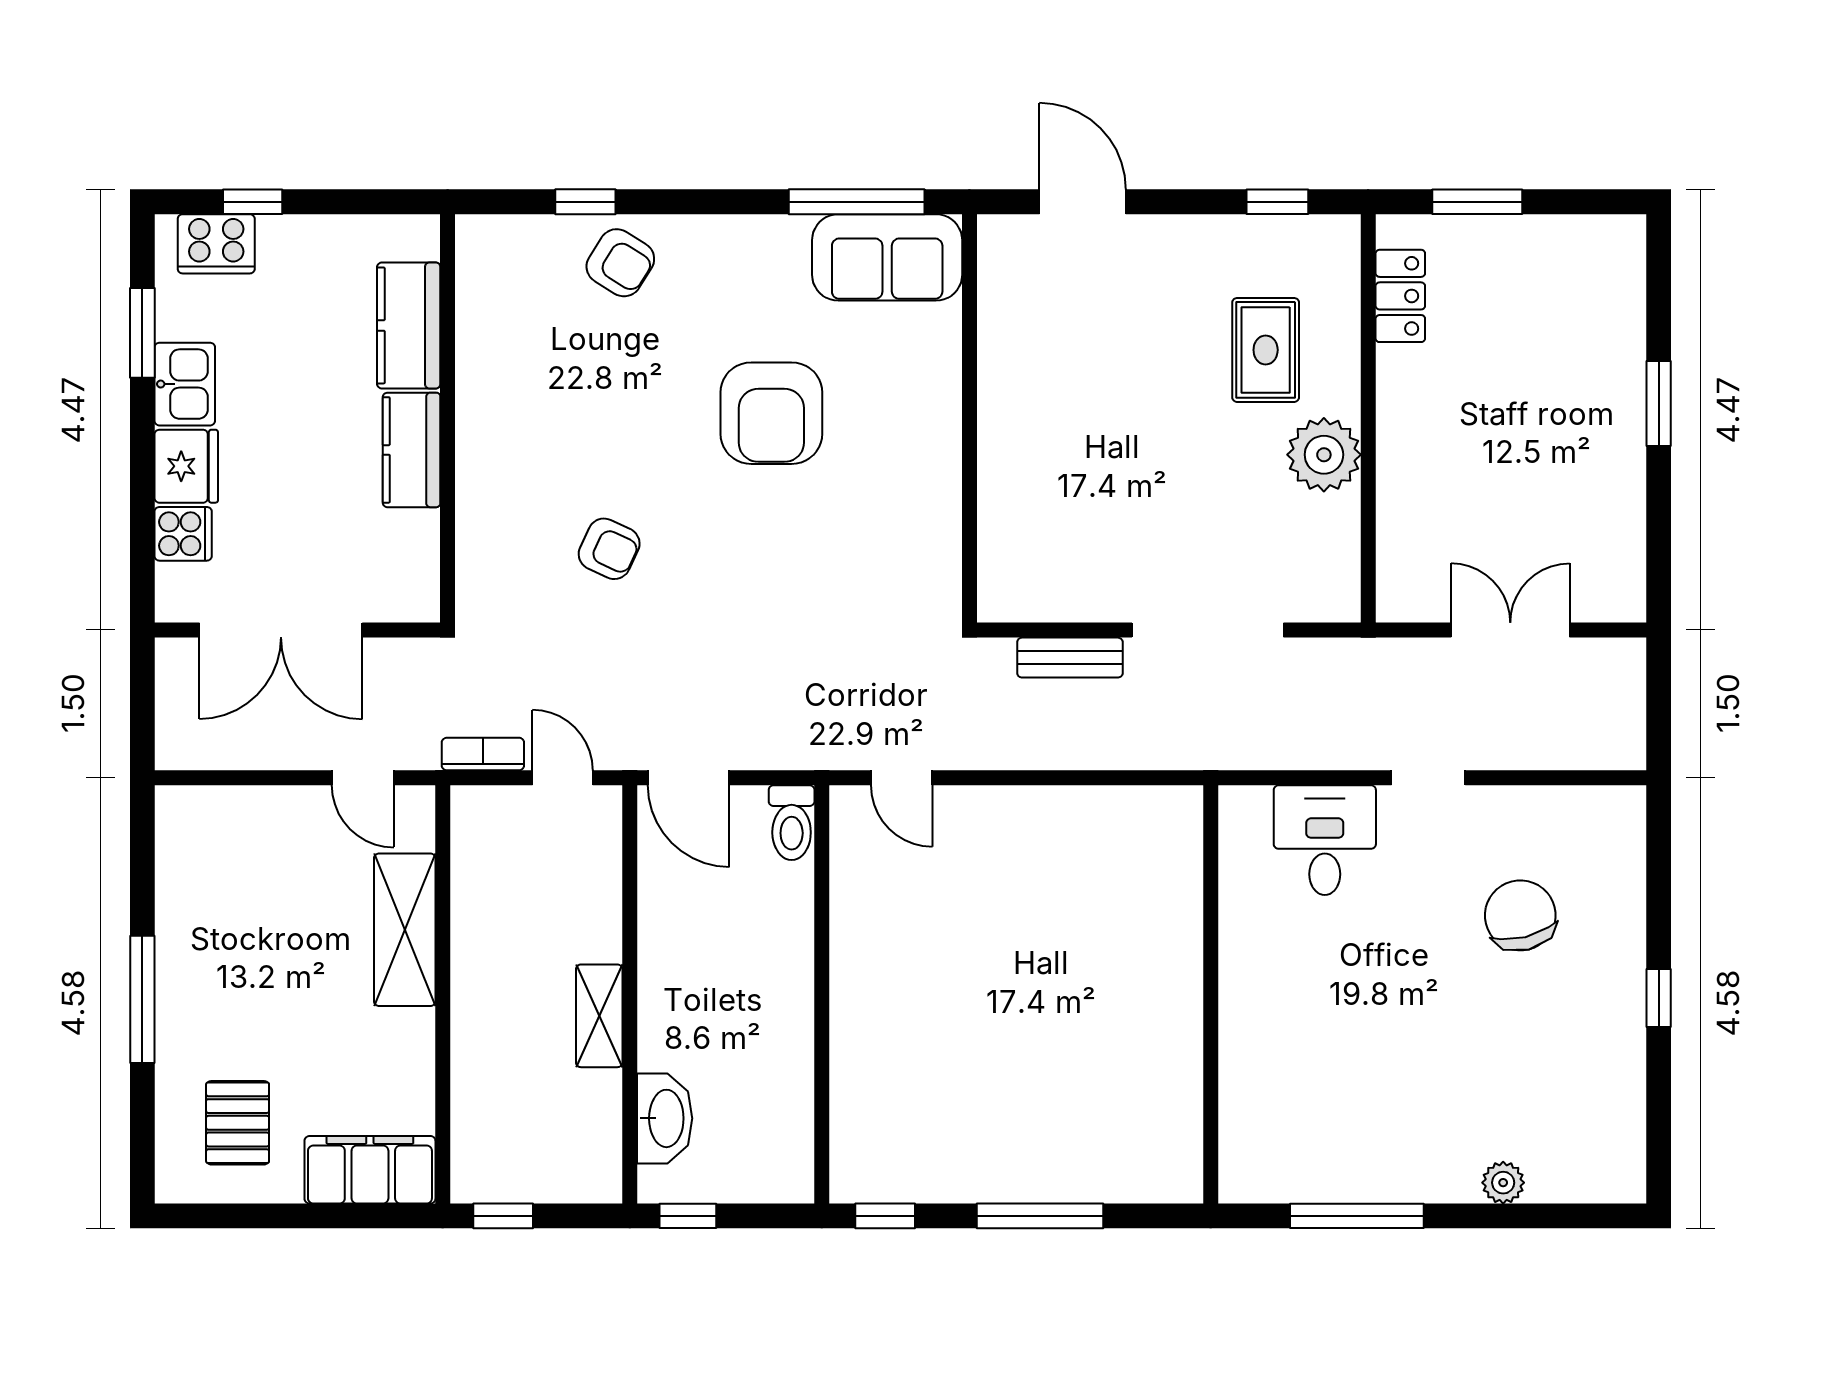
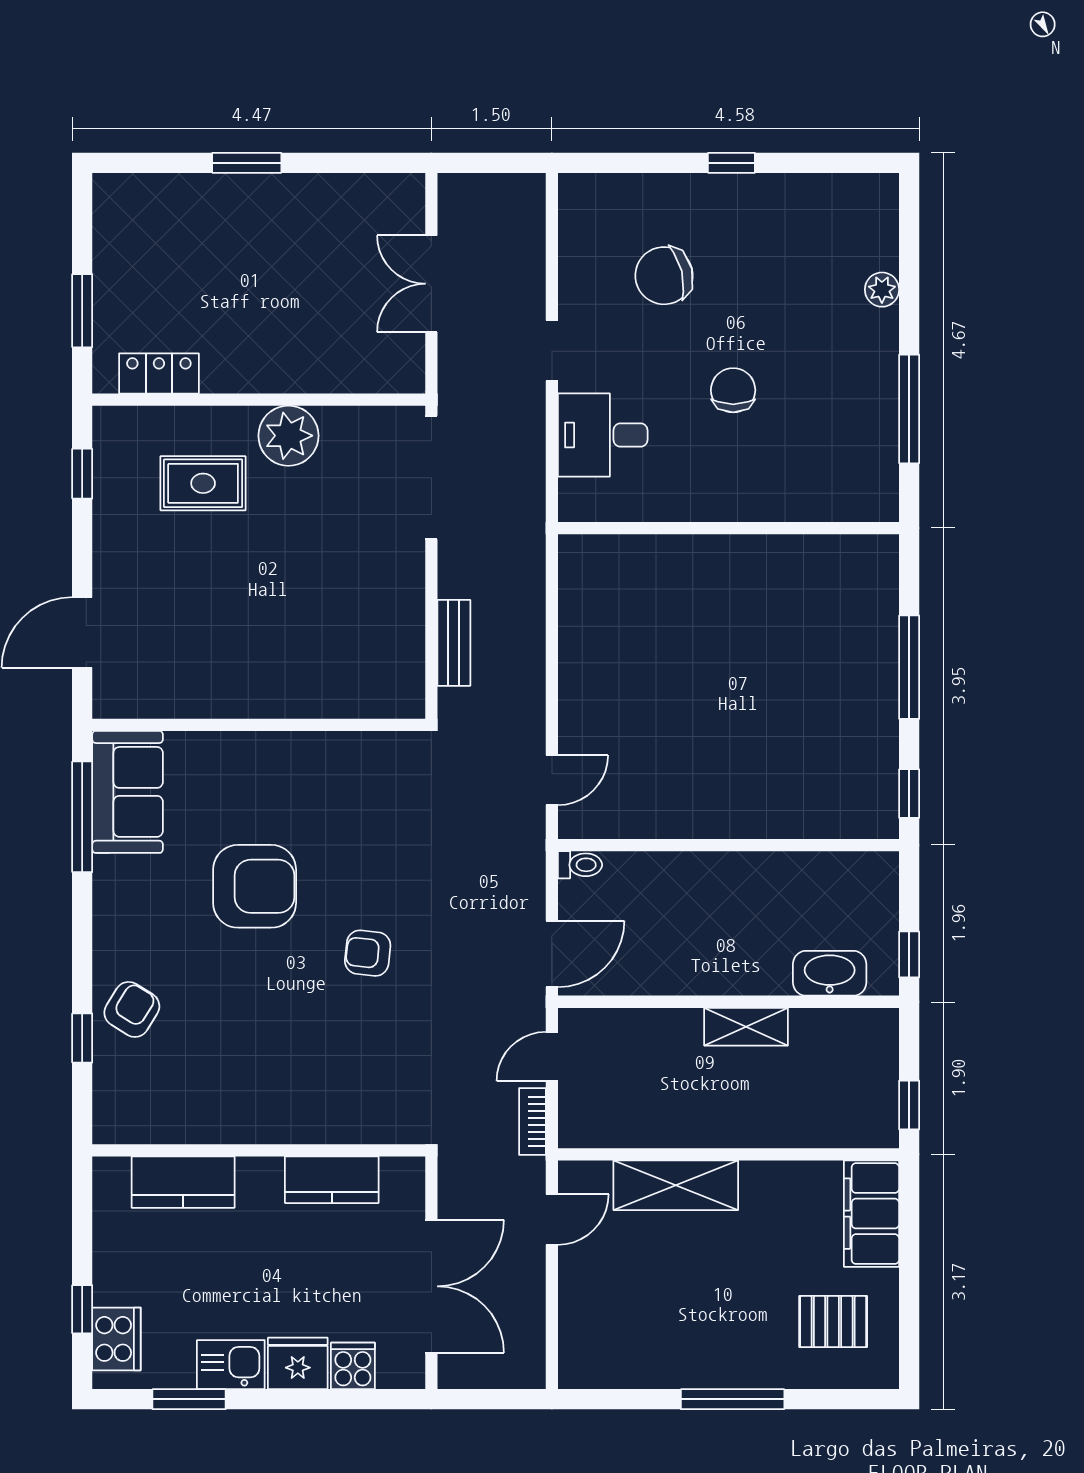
kitchen counter: (411, 450) -> (332, 1180), moved
armchair: (609, 549) -> (368, 953), moved, turned -109
doorway: (1208, 630) -> (431, 478), moved
toilet: (792, 823) -> (580, 865), width x0.73, depth x0.72
chair: (1380, 1000) -> (733, 390), added

